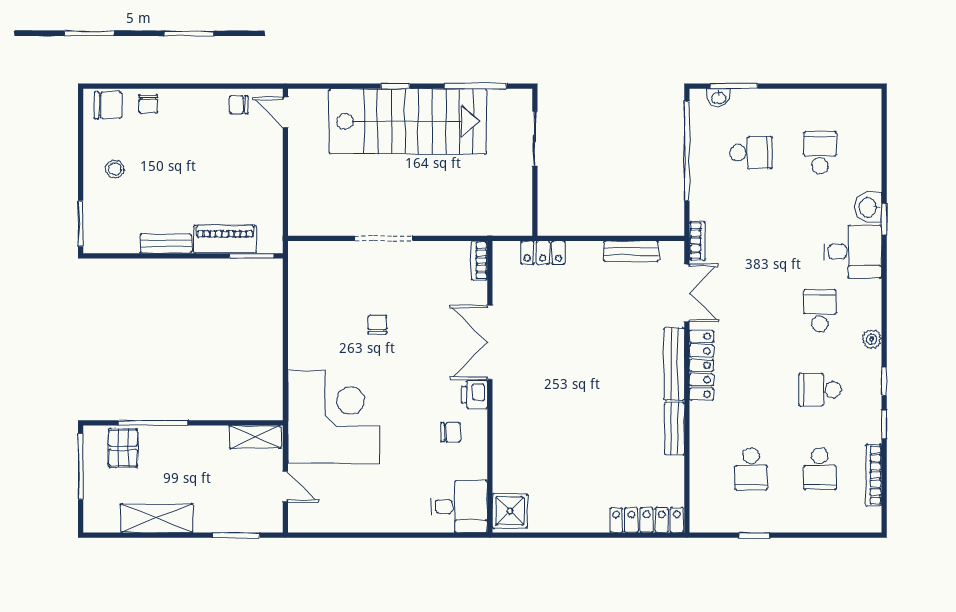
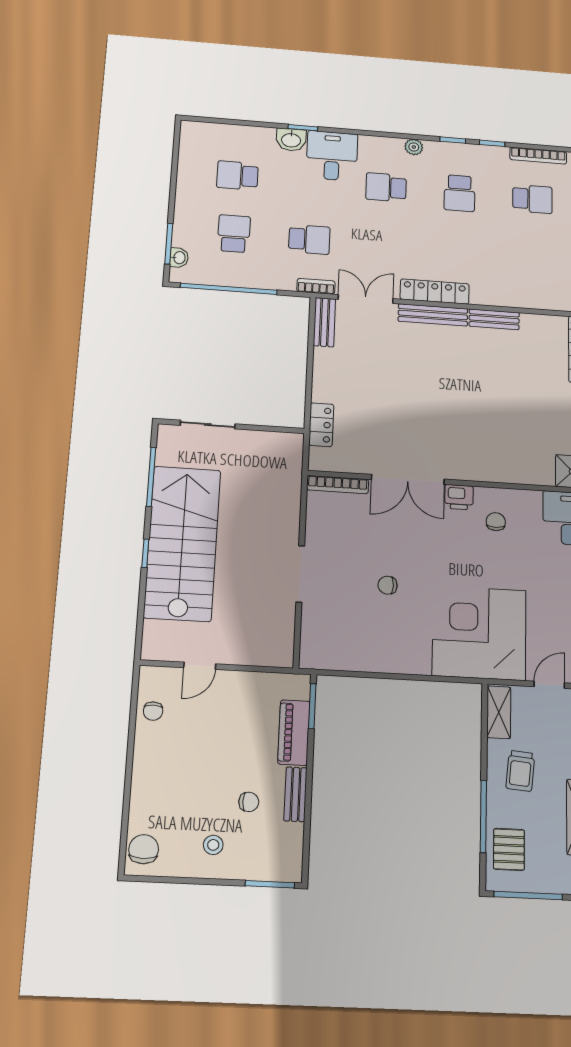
chair: (148, 104) -> (249, 802), moved
door: (285, 112) -> (200, 666), moved
bench: (631, 251) -> (324, 322), moved
bookcase: (479, 261) -> (338, 485), width x1.56
pallet: (123, 448) -> (509, 849), turned 90
trolley: (199, 458) -> (520, 771), added
school desk: (751, 469) -> (309, 239), moved

